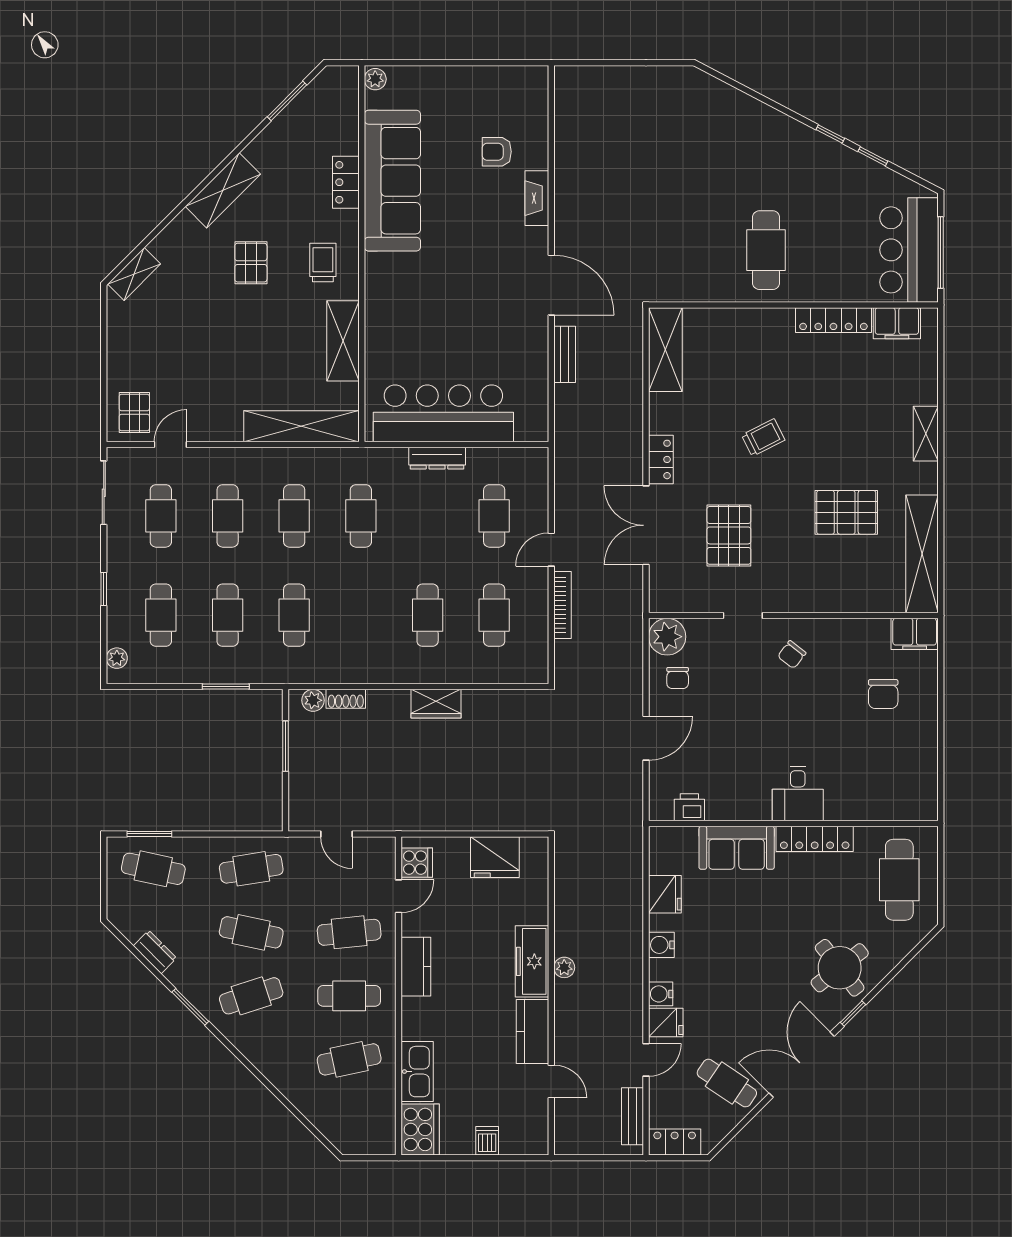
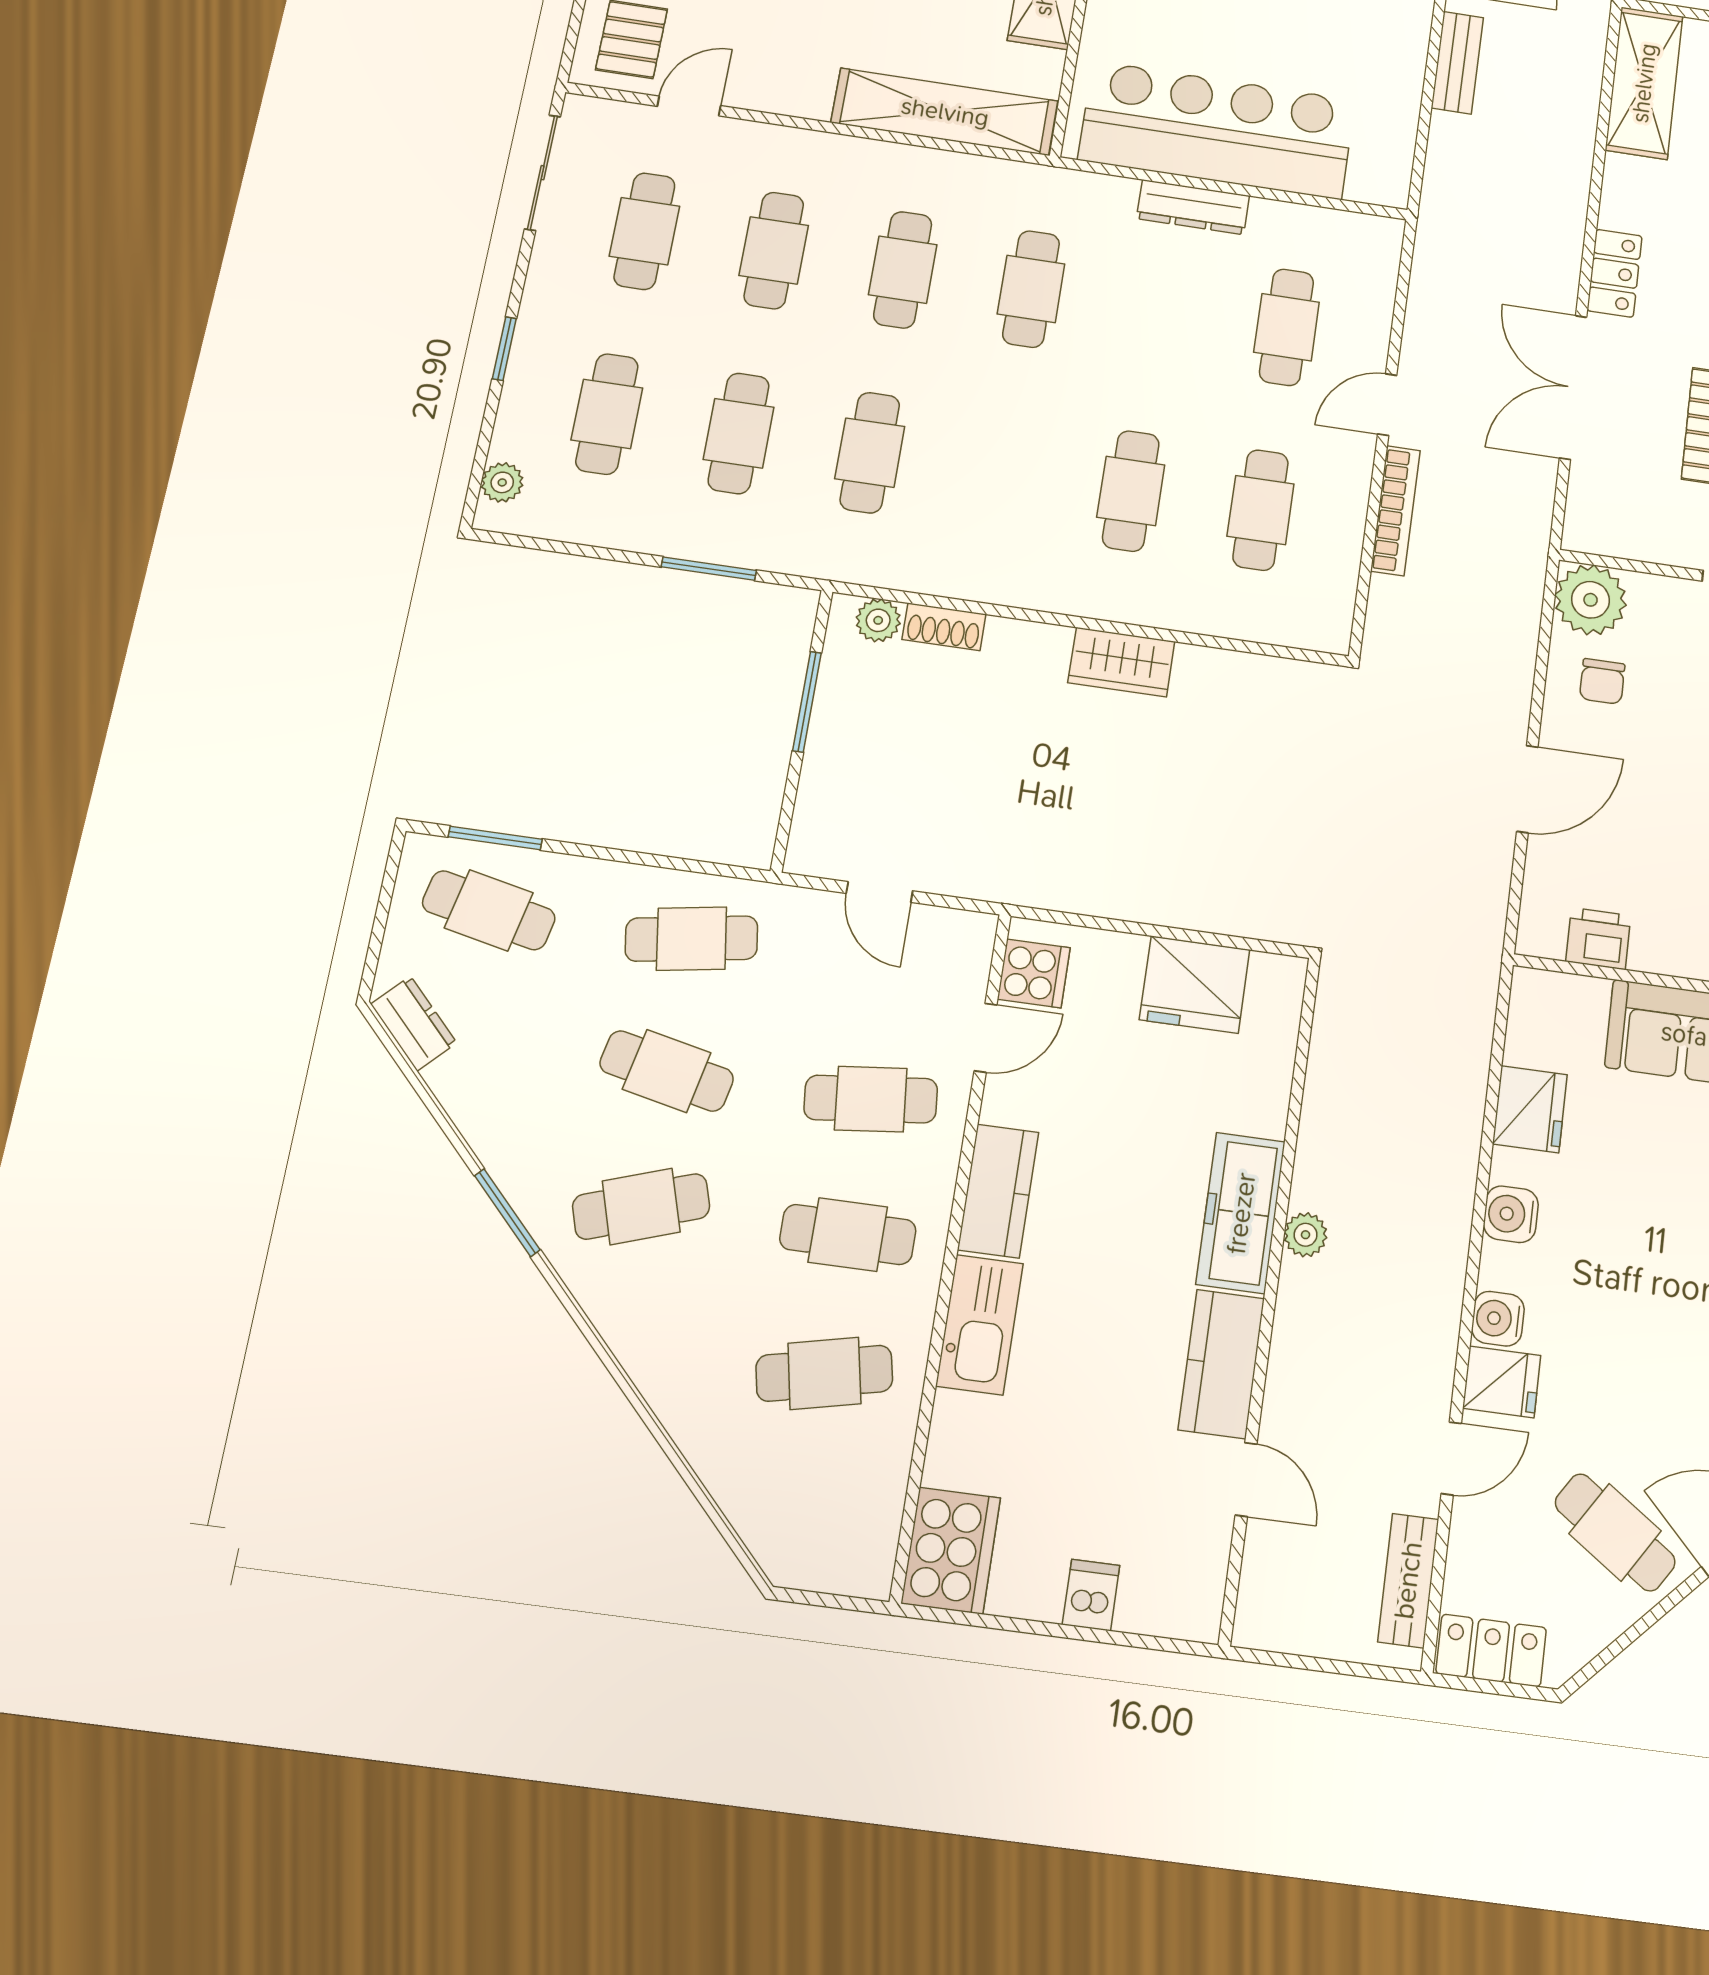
dresser: (155, 952) -> (414, 1023), moved
kitchen sink: (417, 1072) -> (980, 1325), moved

